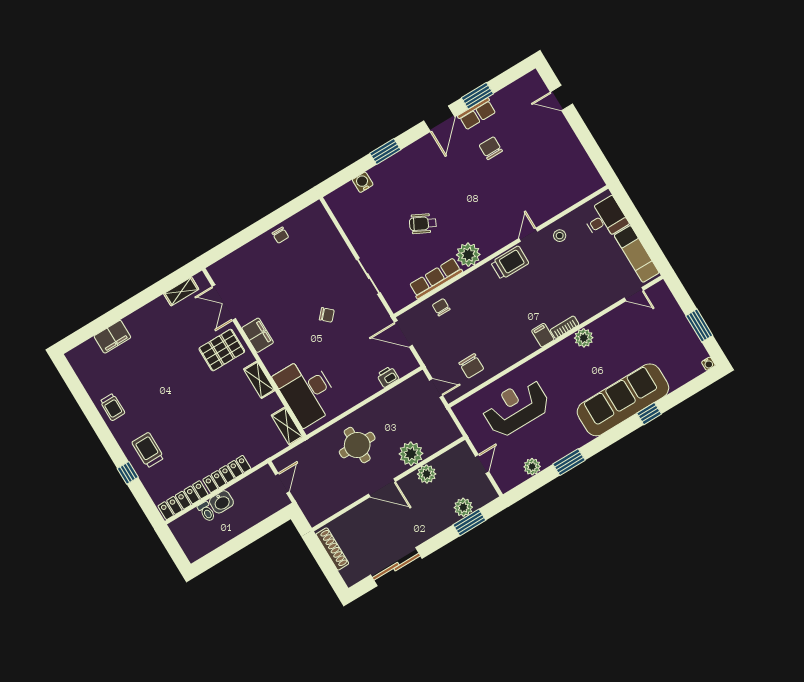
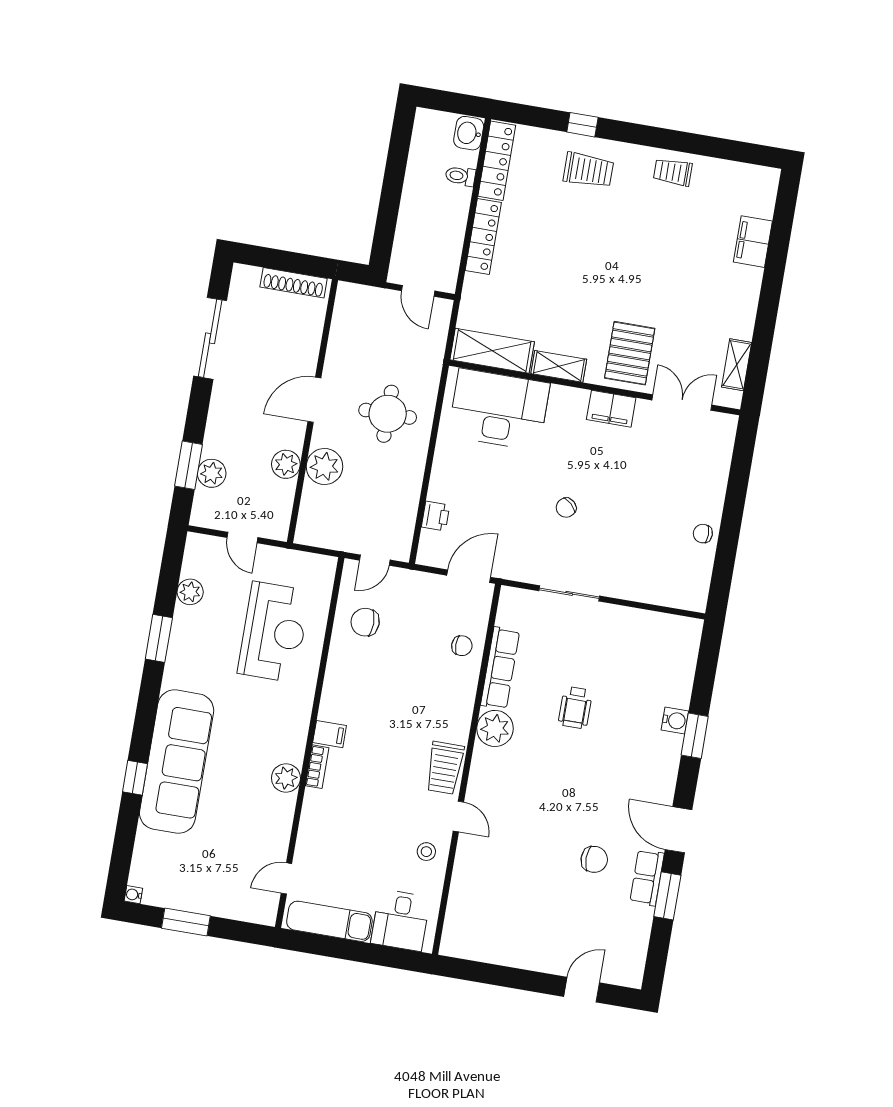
water cooler: (363, 182) -> (675, 721), moved
wheelchair: (423, 224) -> (575, 708), turned 153
shelving: (287, 426) -> (492, 351), width x1.50, depth x1.33
washbasin: (221, 502) -> (469, 133), moved

